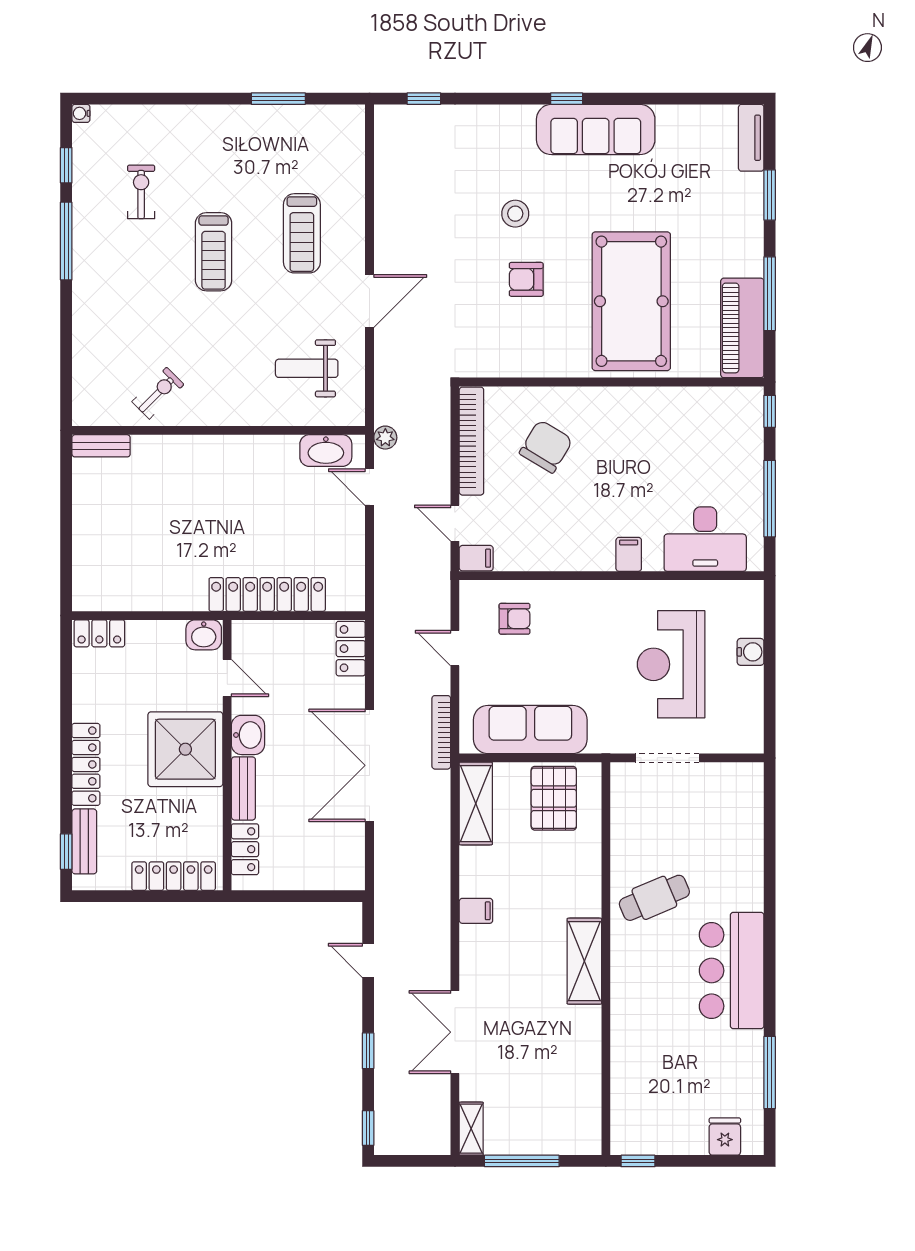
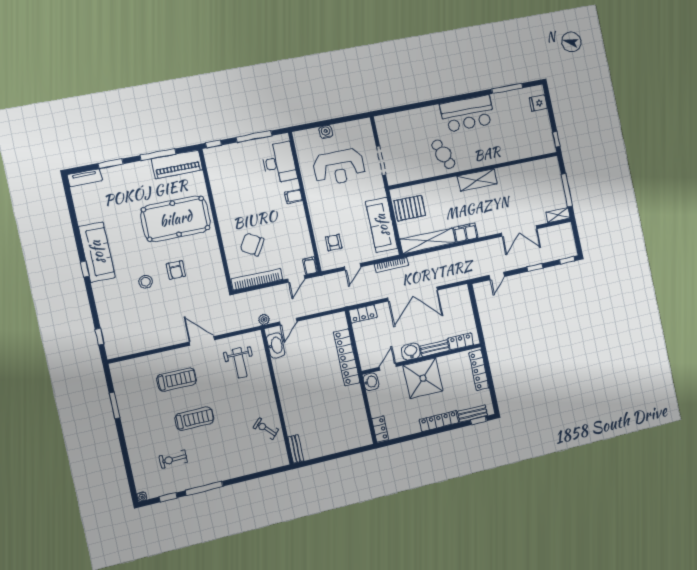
shelving: (476, 804) -> (428, 241), width x1.47
filing cabinet: (476, 911) -> (466, 233), width x2.00

